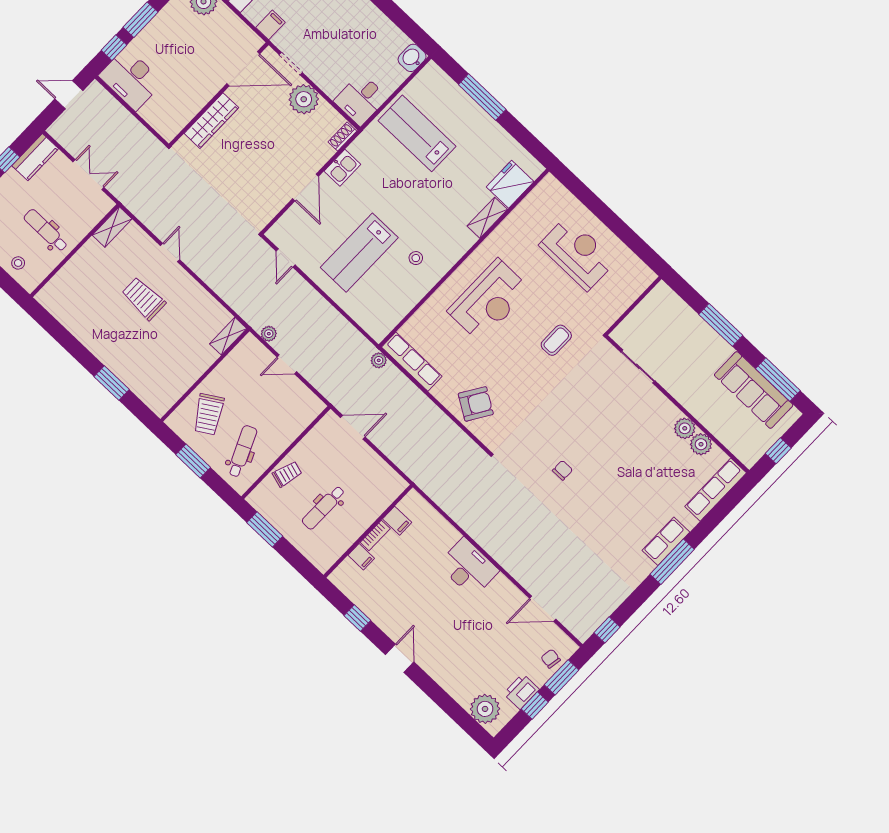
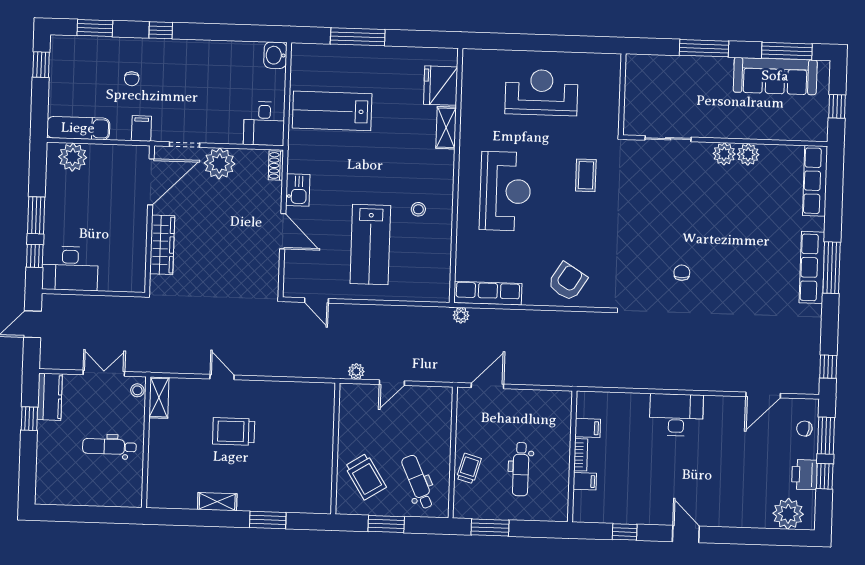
stool: (18, 263) -> (137, 390), moved
shelving: (228, 336) -> (217, 502), moved, turned 90
plant: (701, 444) -> (724, 154), moved
row of seats: (666, 541) -> (812, 267), width x1.48

